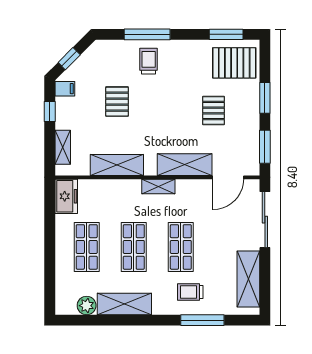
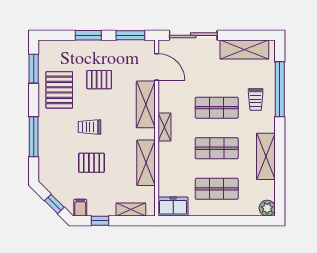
trolley: (149, 61) -> (90, 127), moved
pallet: (234, 63) -> (59, 90), moved
plant: (87, 306) -> (267, 208), moved
window: (202, 320) -> (280, 89), width x1.46

